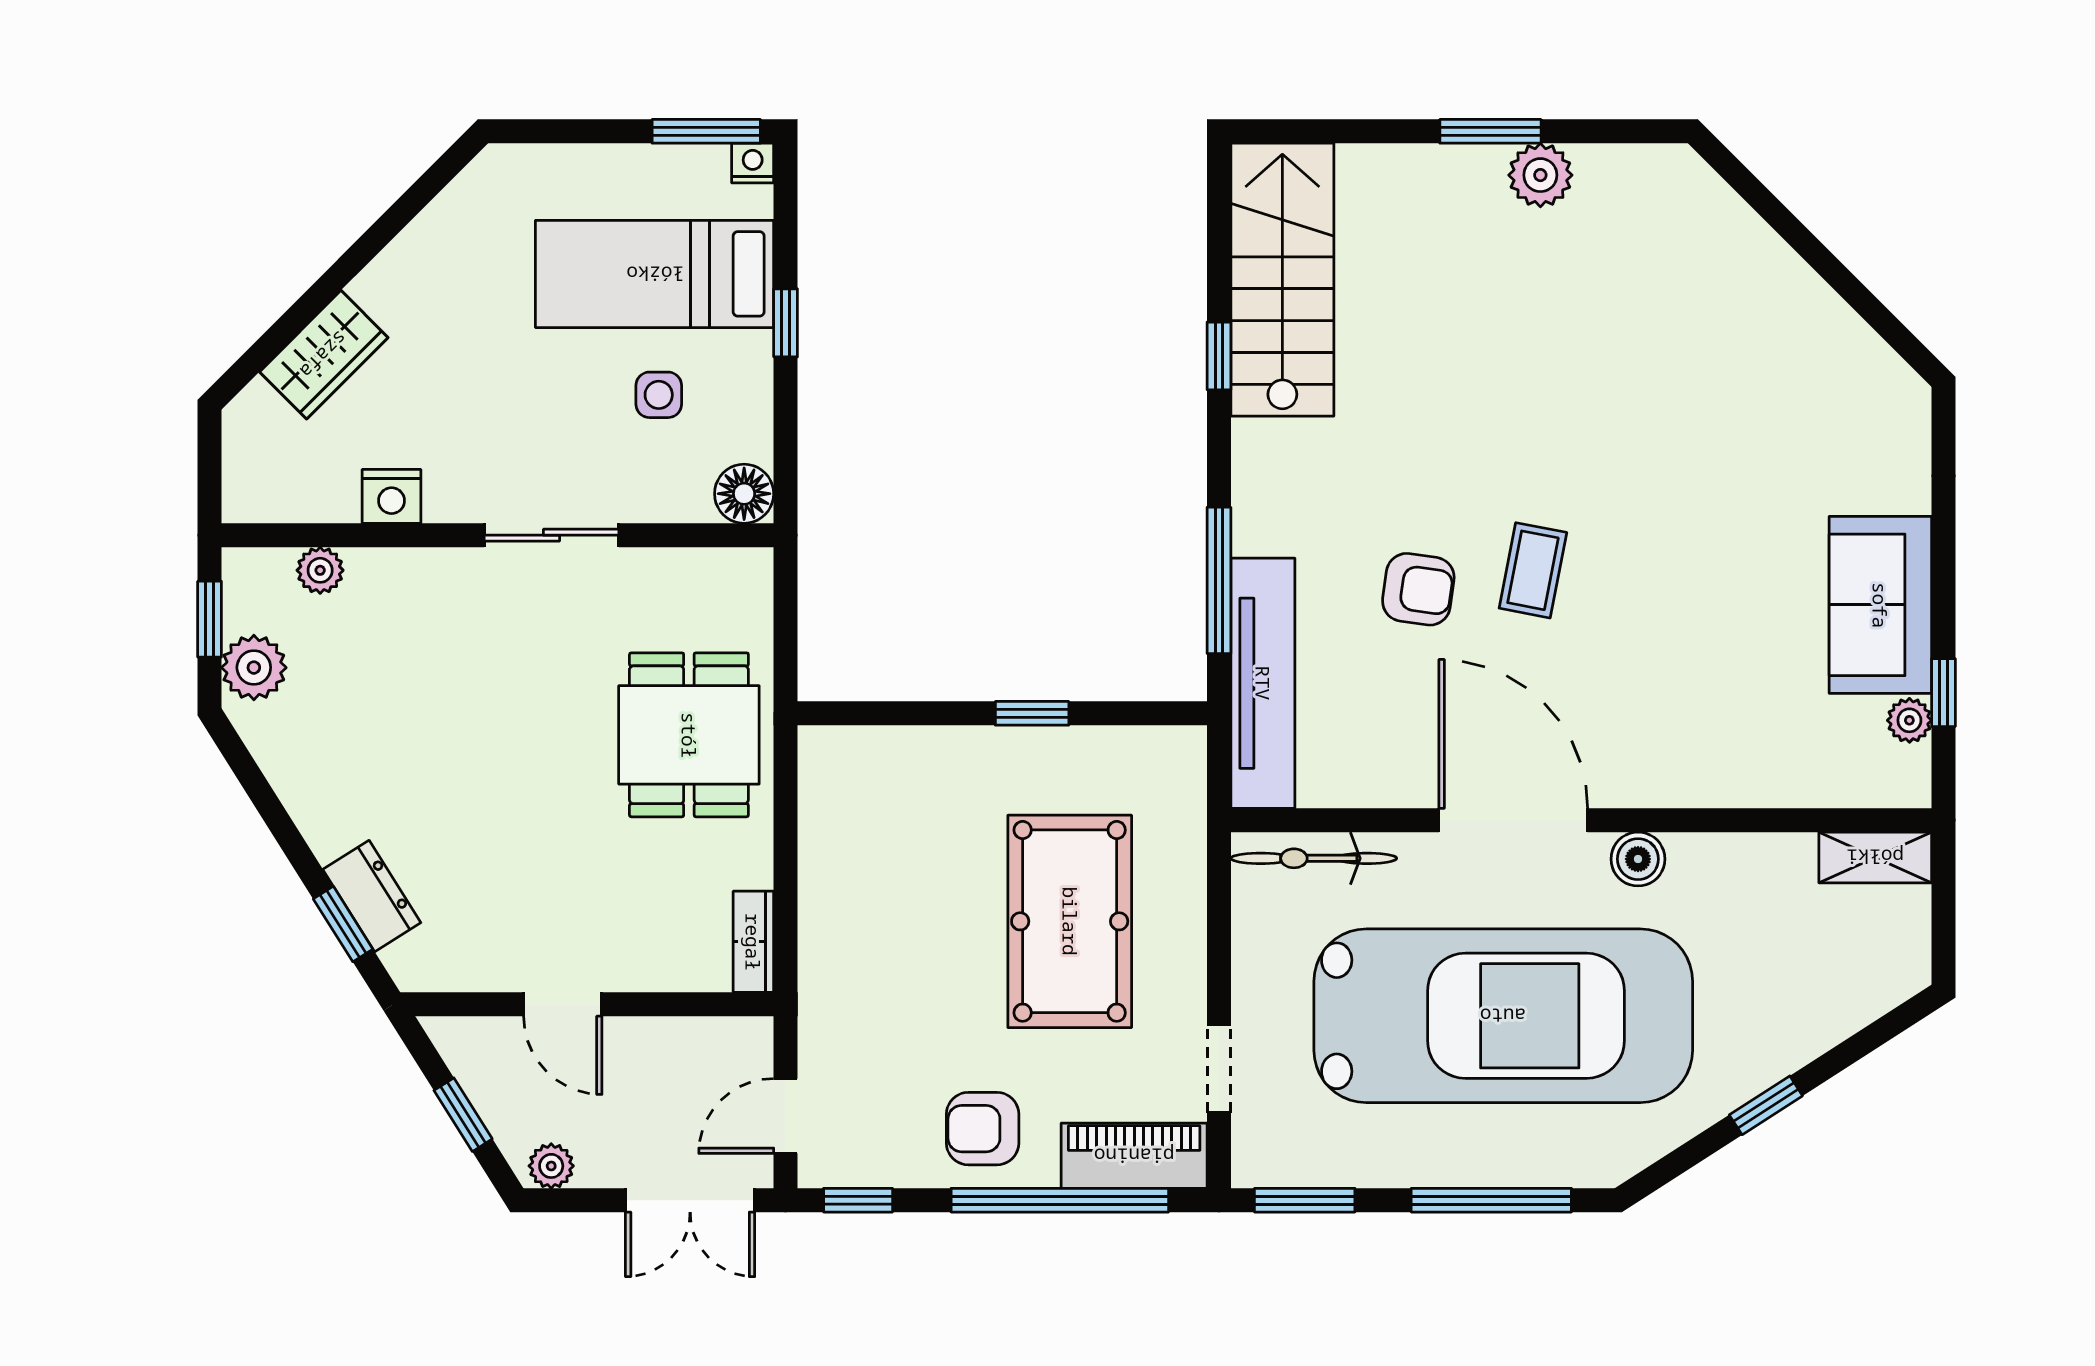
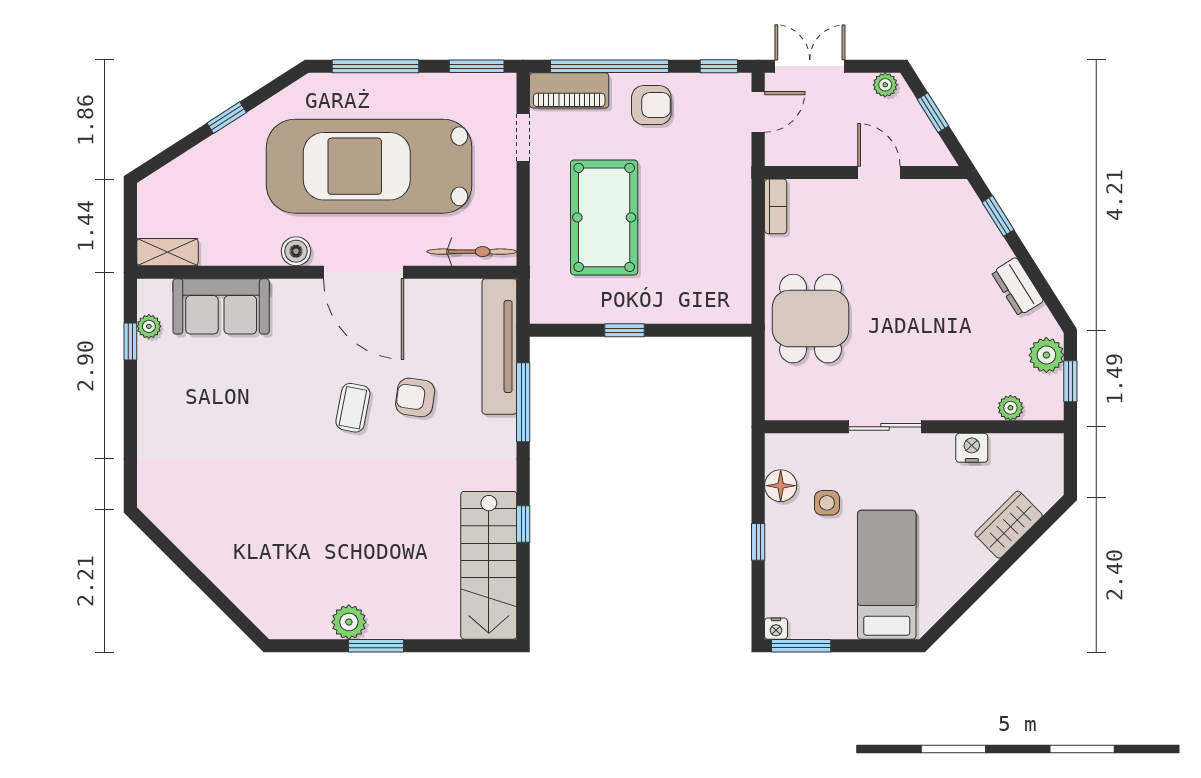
bed: (655, 274) -> (887, 575), moved, turned -90
floor lamp: (744, 494) -> (781, 486), moved
sofa: (1880, 605) -> (221, 306), moved, turned 90
dresser: (372, 896) -> (1017, 287), moved

